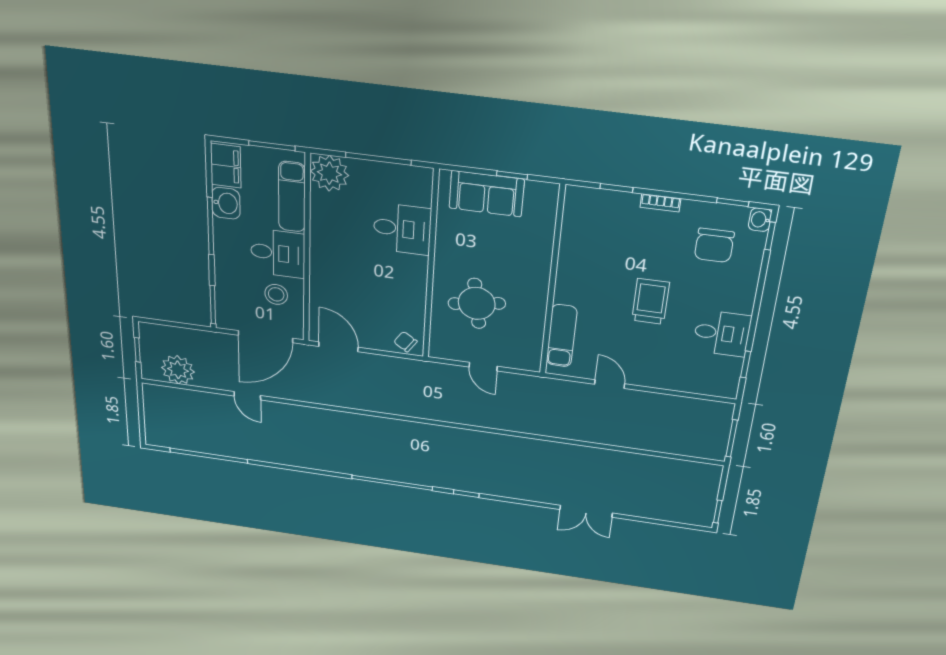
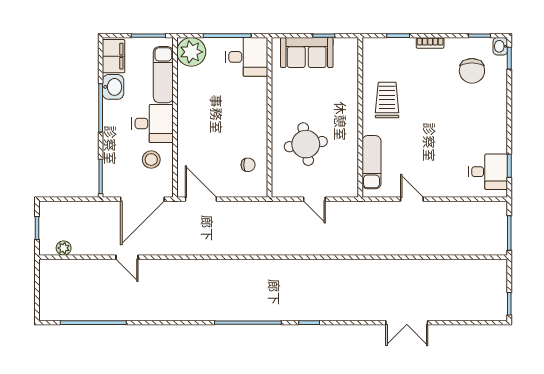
desk: (402, 229) -> (247, 57), moved
trolley: (651, 301) -> (387, 100), moved
desk: (722, 333) -> (488, 172), moved
chair: (405, 342) -> (248, 165), moved, turned 146
plant: (178, 370) -> (64, 248), width x0.53, depth x0.53

